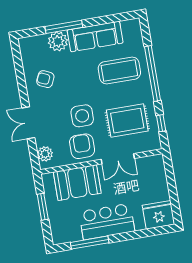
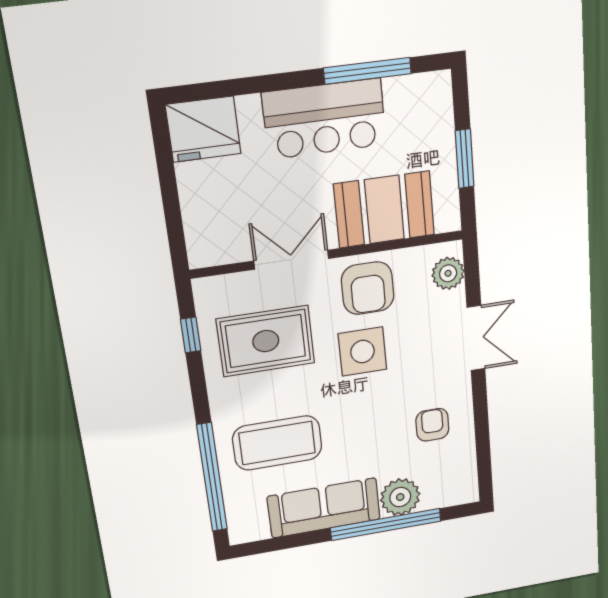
window: (64, 27) -> (386, 524), width x1.46
window: (153, 73) -> (212, 477), moved
armchair: (45, 79) -> (432, 425), turned -115

